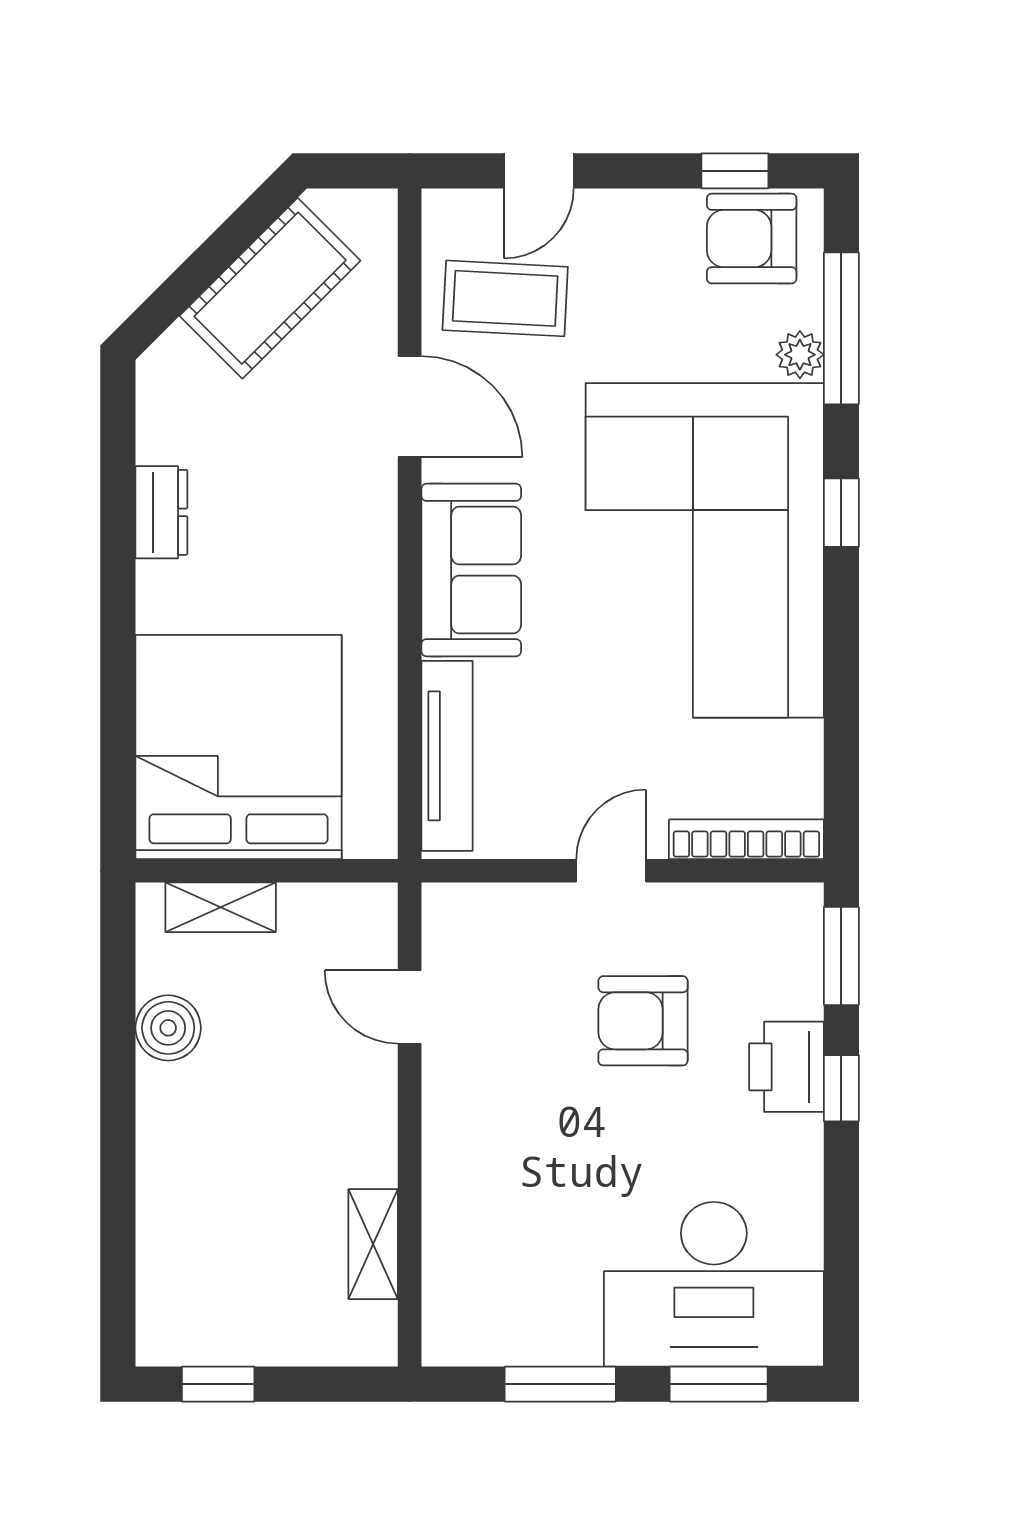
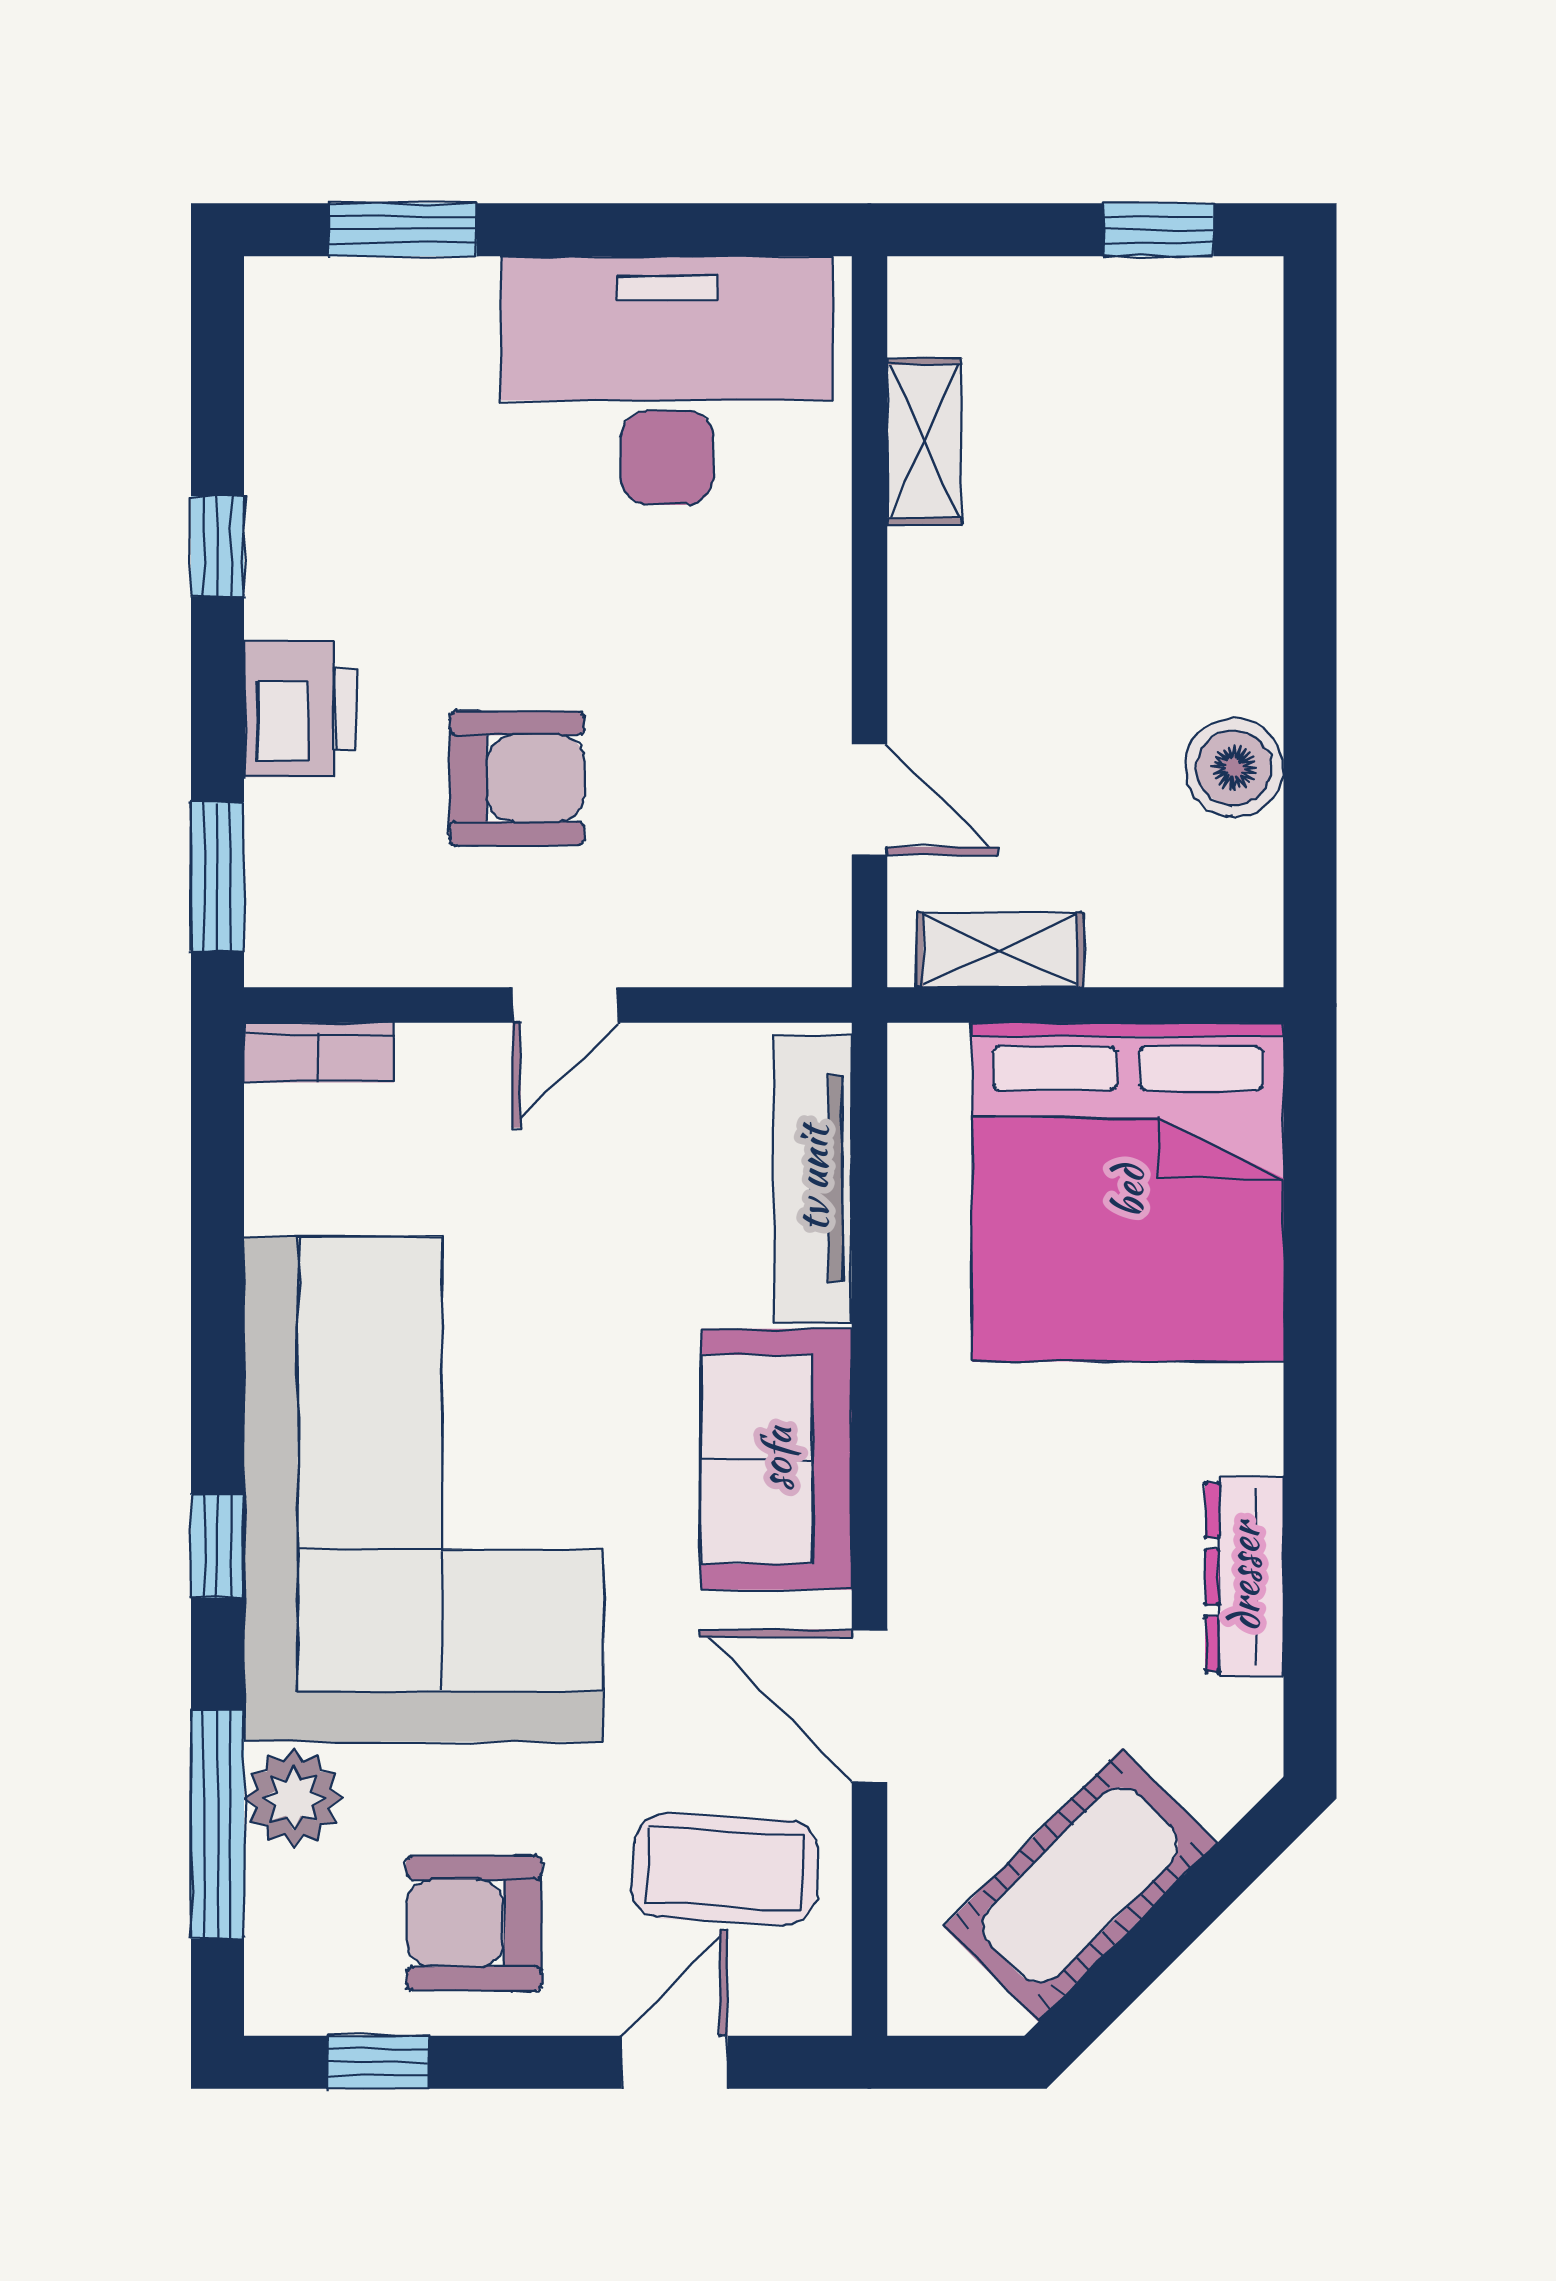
armchair: (752, 239) -> (474, 1923), moved, turned 180
plant: (800, 355) -> (293, 1798), width x1.38, depth x1.38
dresser: (161, 512) -> (1244, 1577), width x1.44
bookcase: (746, 839) -> (319, 1053), width x0.64
shelving: (221, 907) -> (1000, 950), moved
window: (841, 1088) -> (217, 546), moved
desk: (714, 1284) -> (667, 381), moved
window: (560, 1384) -> (642, 230), removed

